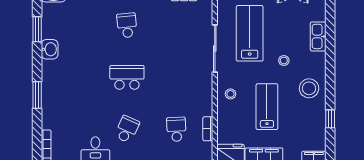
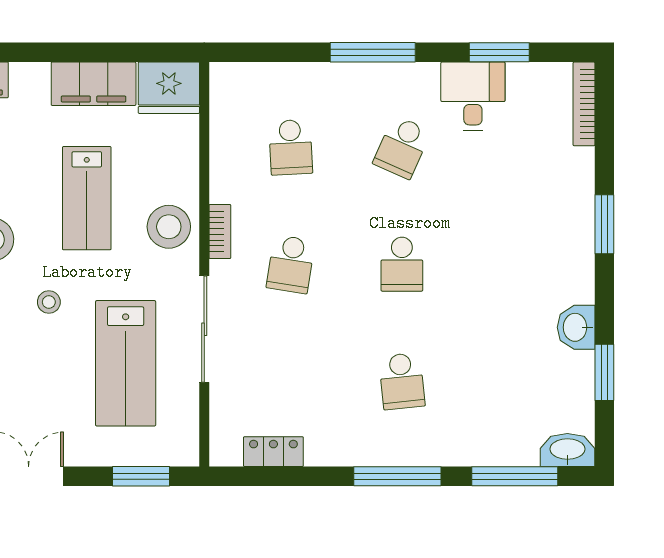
school desk: (127, 77) -> (402, 264), width x0.54
school desk: (176, 77) -> (291, 264), added
stool: (231, 94) -> (169, 227), width x1.89, depth x1.89
bookcase: (208, 129) -> (220, 232), moved

